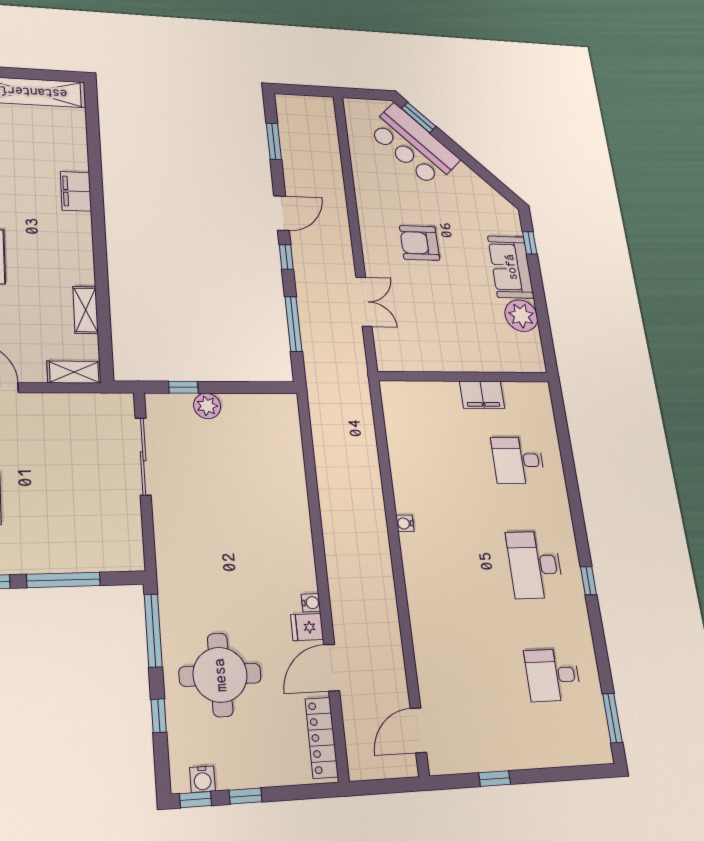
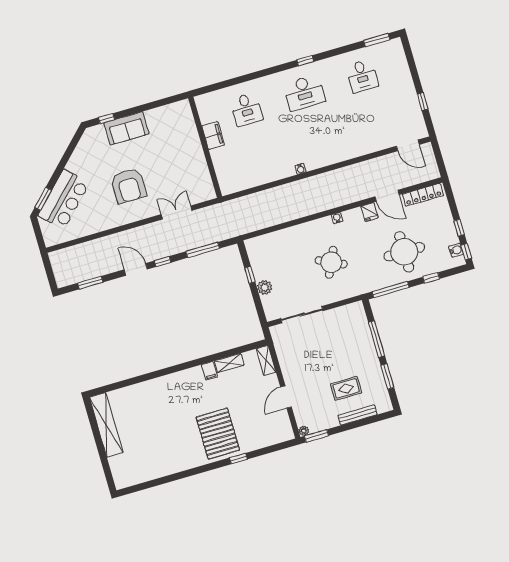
filing cabinet: (76, 191) -> (209, 371), moved, width x0.50
armchair: (420, 243) -> (129, 186), width x1.36, depth x1.36
plant: (521, 316) -> (156, 118), removed
window: (183, 387) -> (250, 275), moved
round table: (228, 533) -> (331, 262), added
water cooler: (311, 603) -> (337, 218), moved

